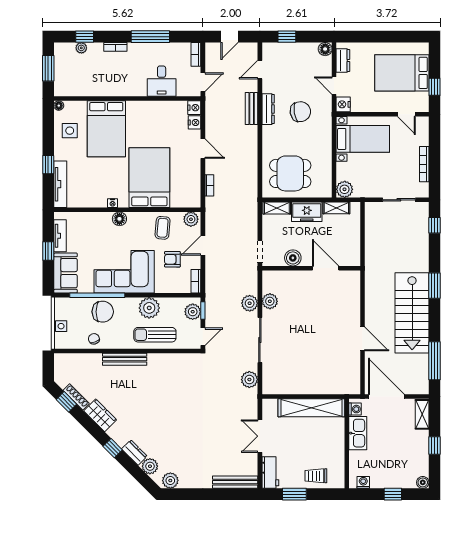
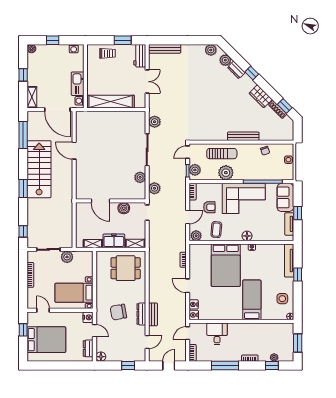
bed: (106, 129) -> (252, 300), width x0.67
plant: (345, 189) -> (67, 257), moved
plant: (250, 303) -> (154, 188), moved
chair: (103, 312) -> (259, 170), removed

